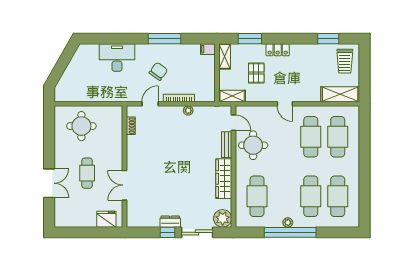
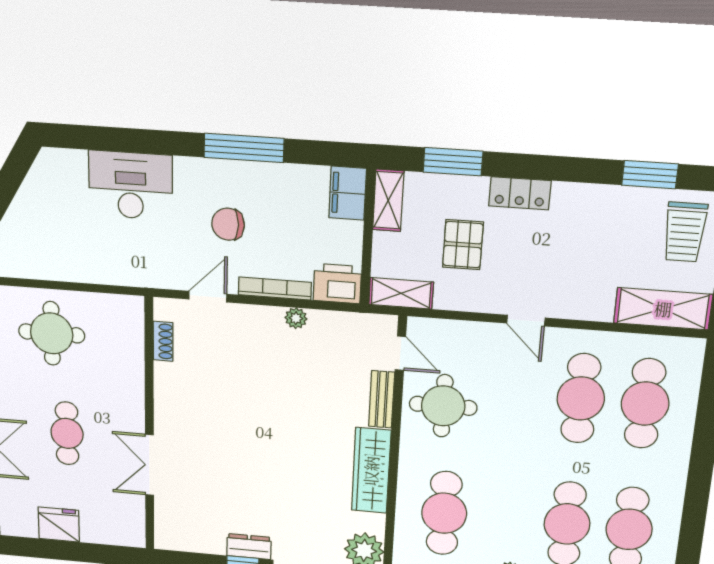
filing cabinet: (208, 49) -> (348, 193), width x2.00
chair: (158, 71) -> (228, 224), turned -126
printer: (205, 94) -> (337, 284), added
fridge: (106, 219) -> (59, 524), moved

